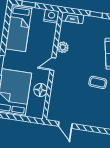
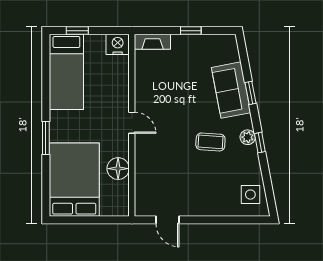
plant: (63, 47) -> (144, 93), removed
door: (53, 64) -> (132, 123), swing flipped

